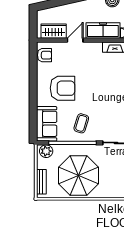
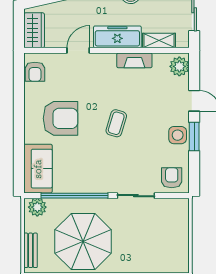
wardrobe: (54, 31) -> (34, 30), moved, turned 90
armchair: (44, 55) -> (35, 72), turned 90
coffee table: (81, 123) -> (116, 123), moved

